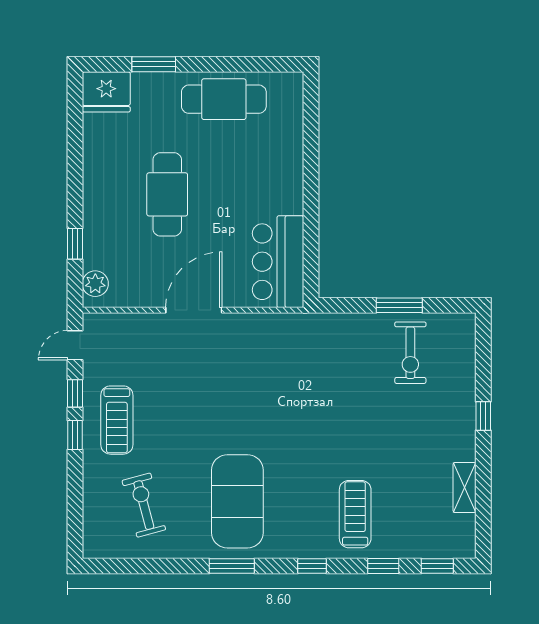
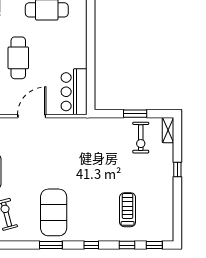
shelving: (464, 488) -> (168, 130), moved
treadmill: (355, 514) -> (128, 210), moved

